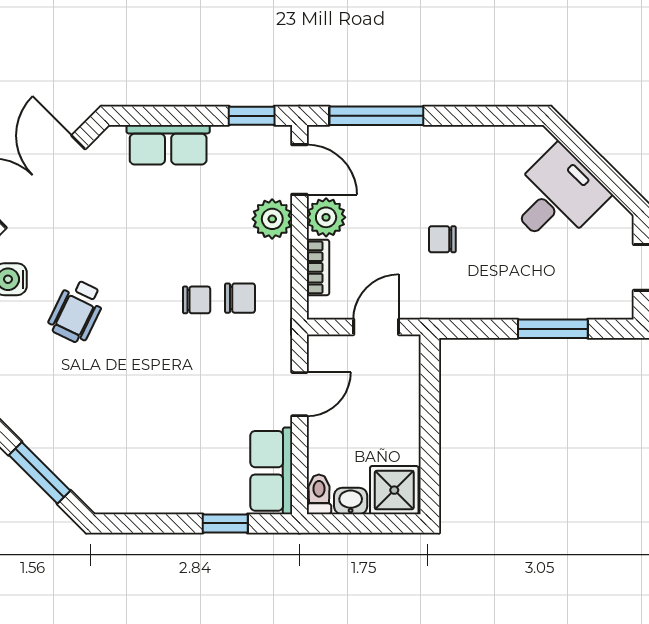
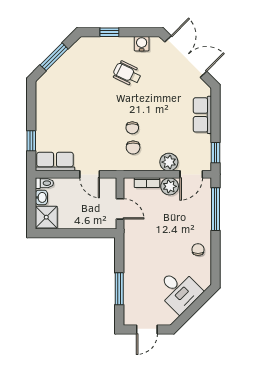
chair: (442, 239) -> (198, 250), moved

